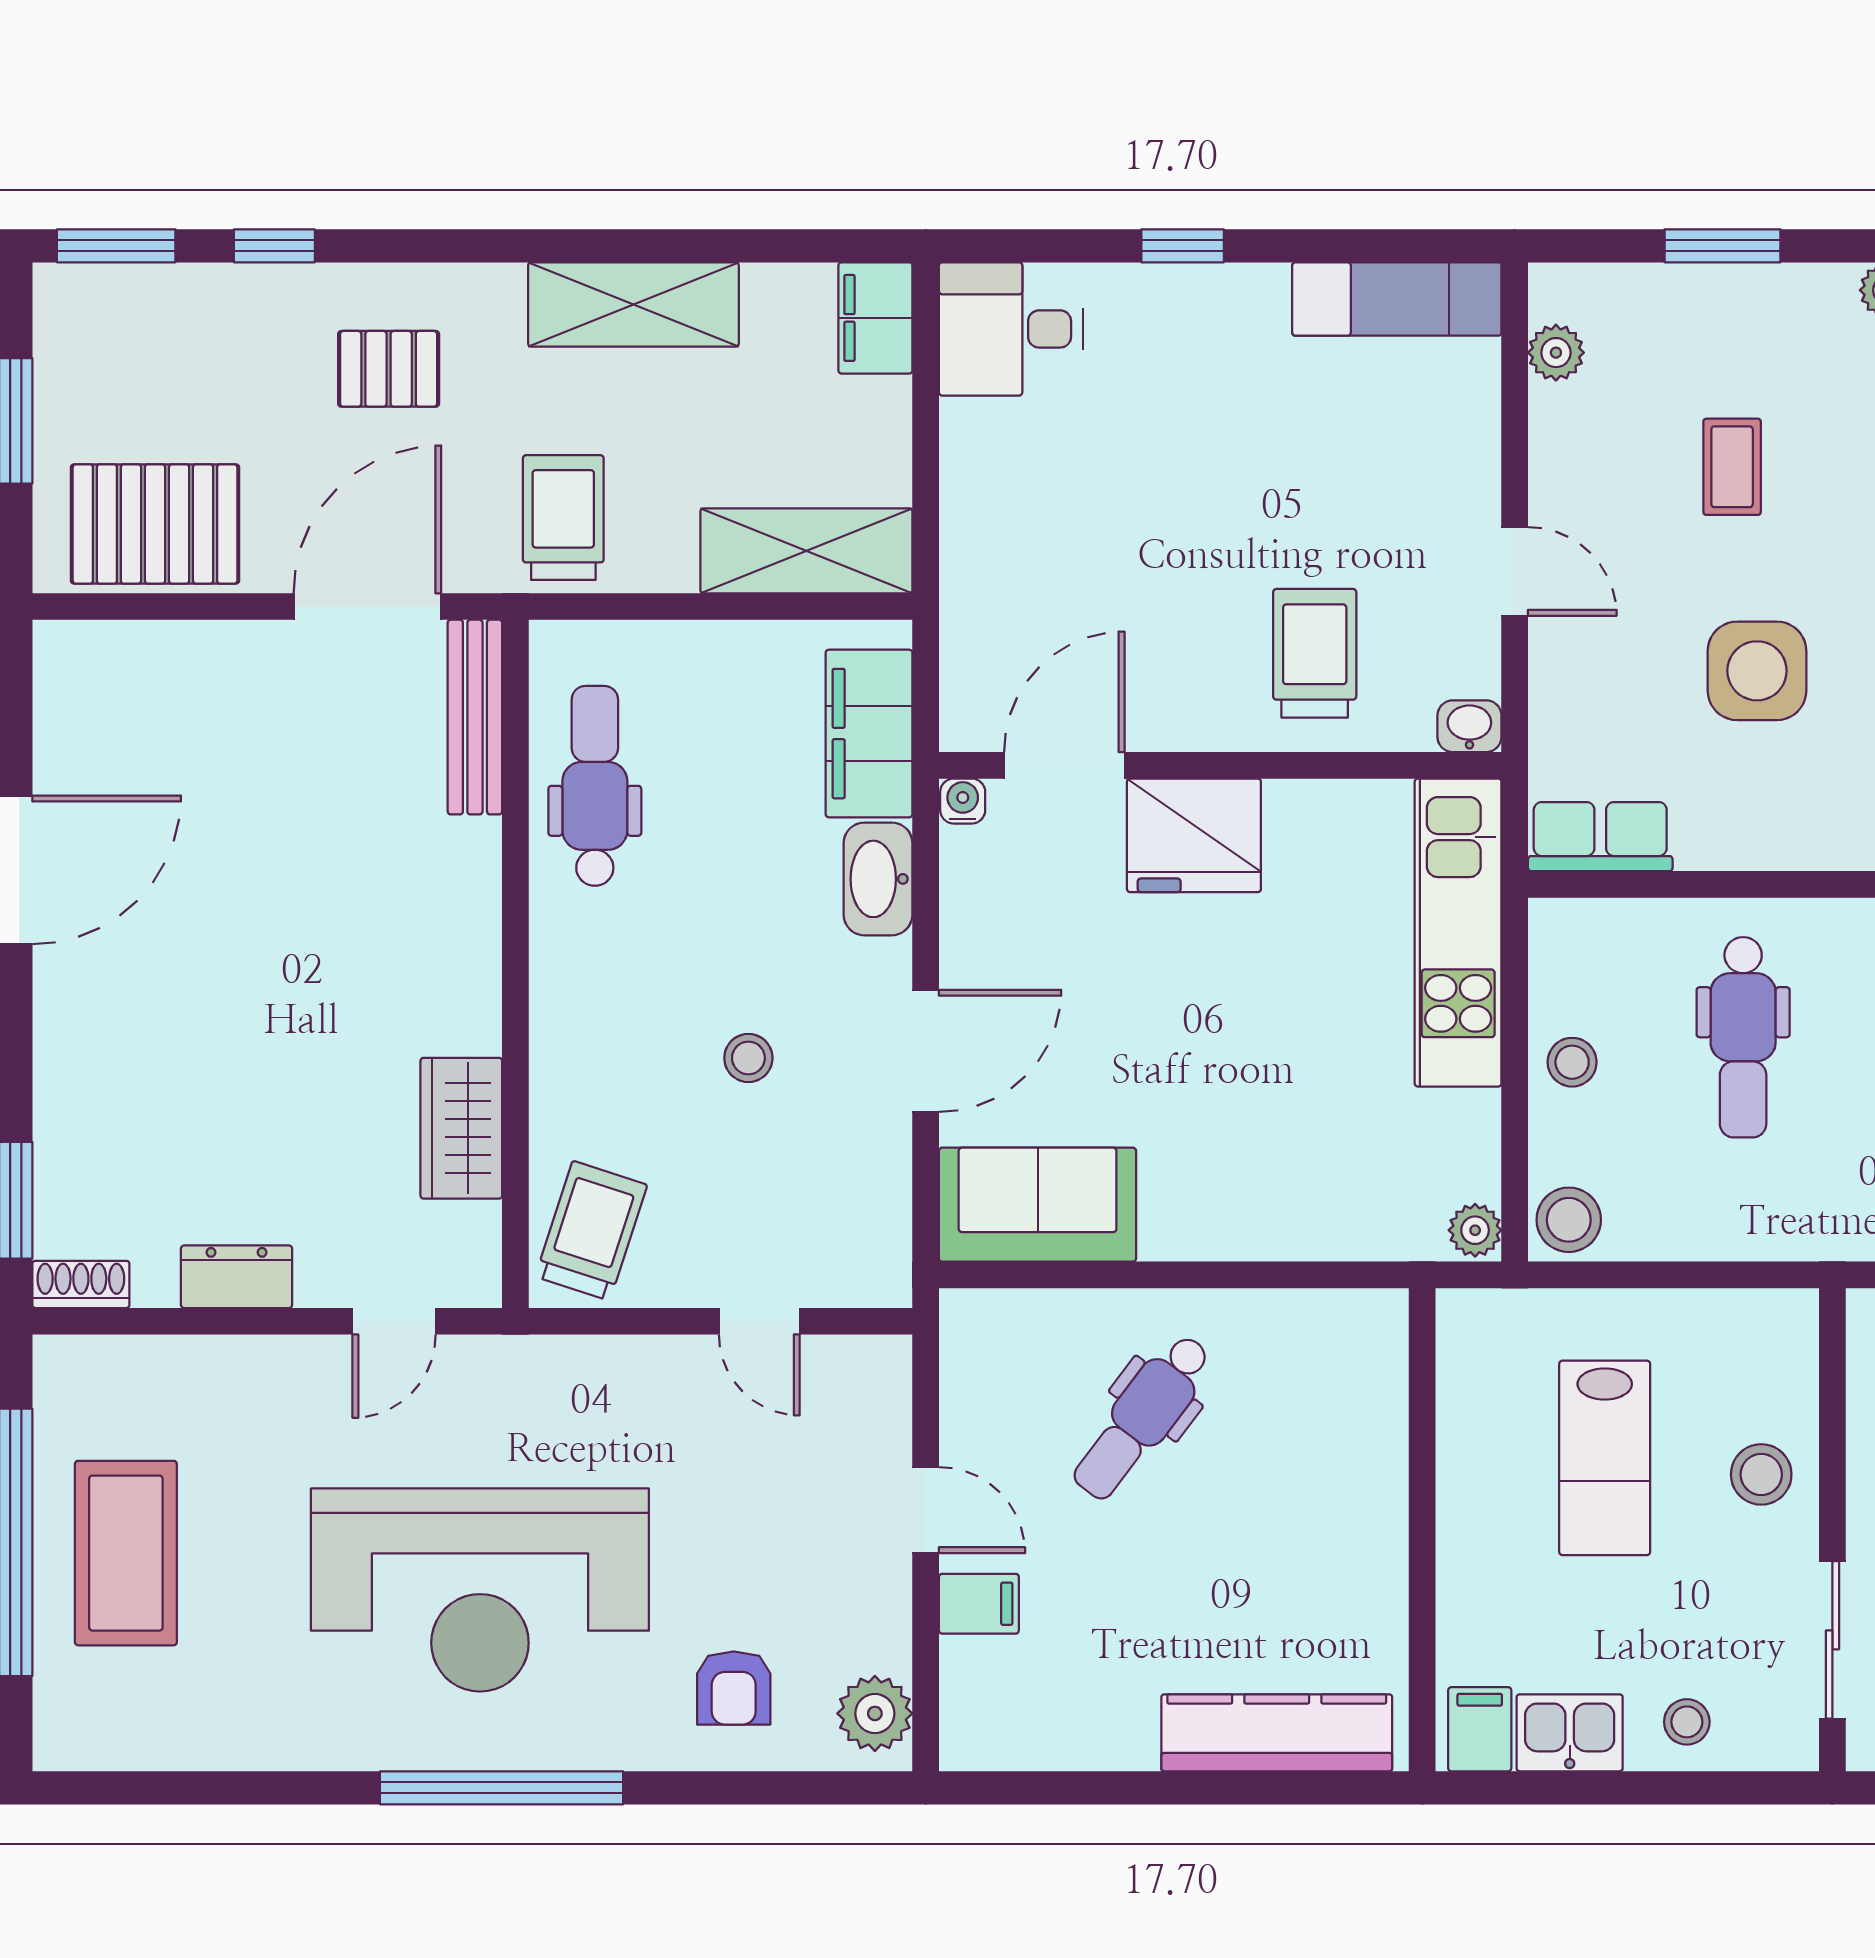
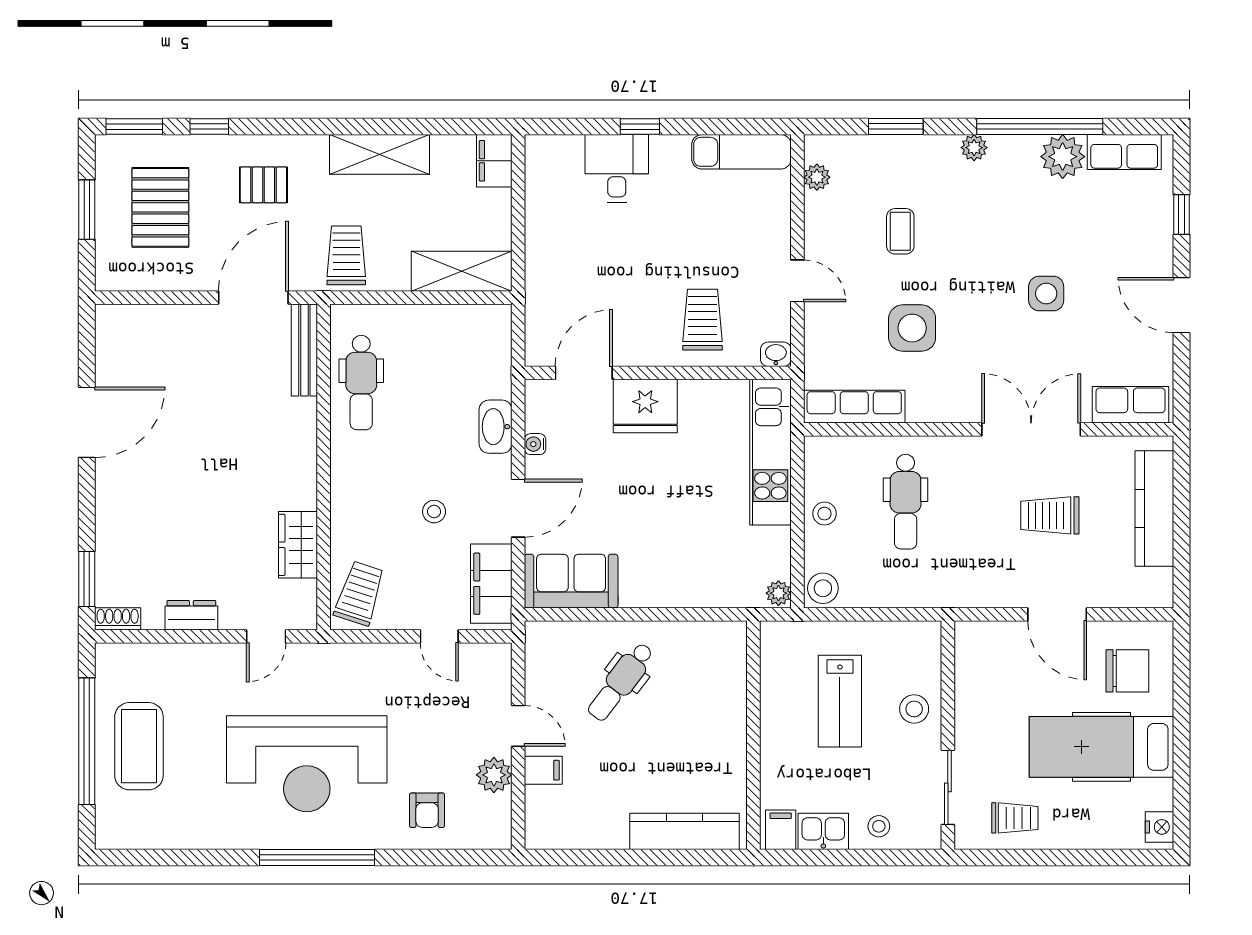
desk: (1011, 329) -> (617, 168), moved, turned 90
pallet: (155, 524) -> (160, 207), moved, turned 90
filing cabinet: (869, 734) -> (491, 584), moved
dental chair: (595, 786) -> (361, 383), turned 180
water cooler: (963, 801) -> (535, 444), moved, turned -90
row of seats: (1600, 837) -> (854, 407), width x1.48
plant: (875, 1713) -> (494, 775), moved

